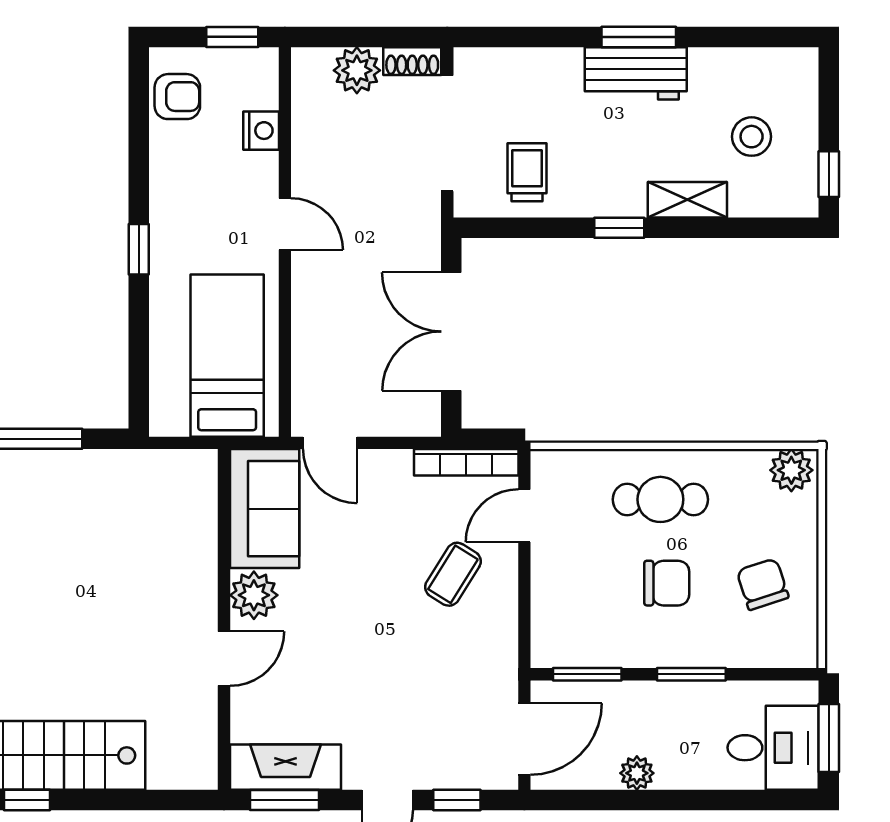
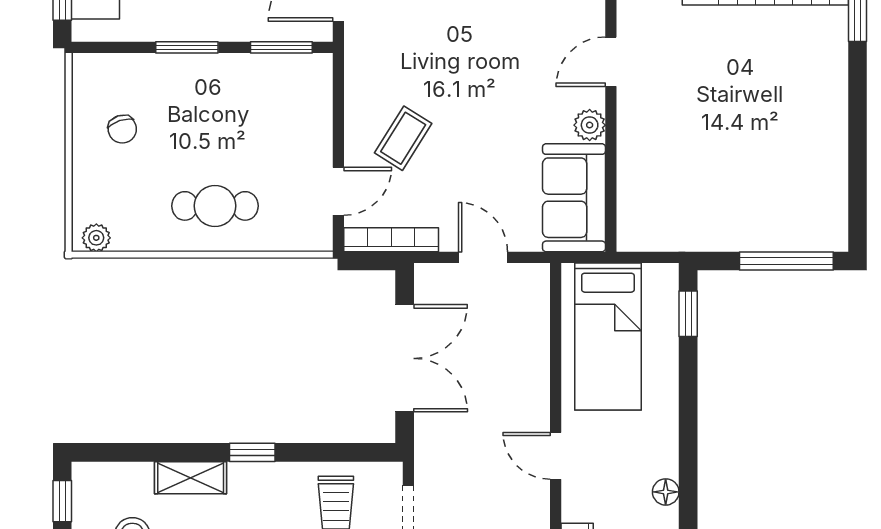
floor lamp: (163, 184) -> (666, 492), added
window: (139, 249) -> (688, 314), moved
door: (330, 443) -> (483, 257), moved
plant: (791, 470) -> (96, 238), width x0.73, depth x0.73
chair: (667, 583) -> (209, 130), removed
chair: (763, 584) -> (122, 129), width x0.73, depth x0.73
plant: (254, 595) -> (590, 125), width x0.73, depth x0.73

